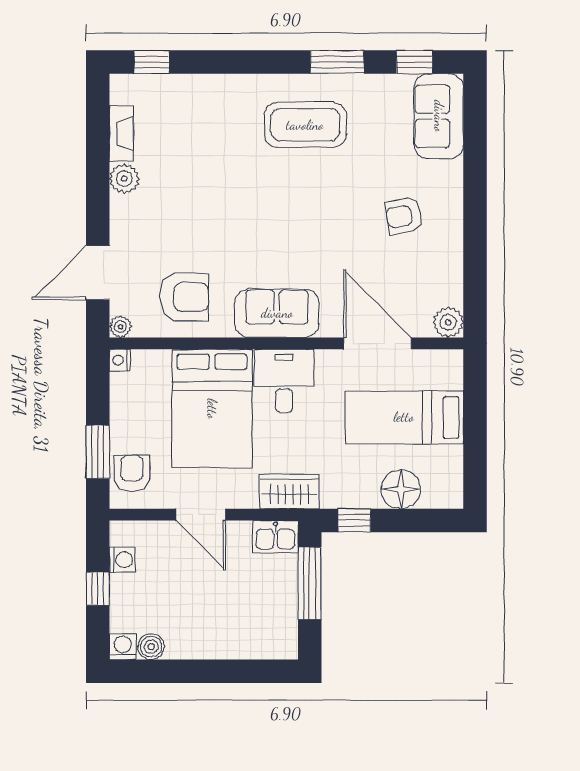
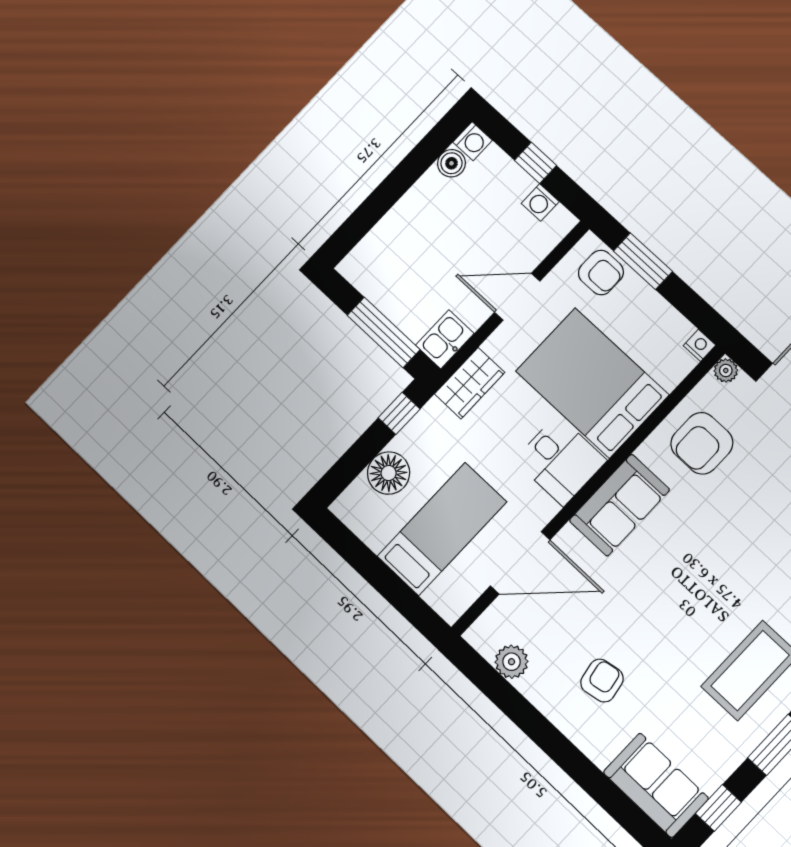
plant: (448, 322) -> (512, 662), moved

